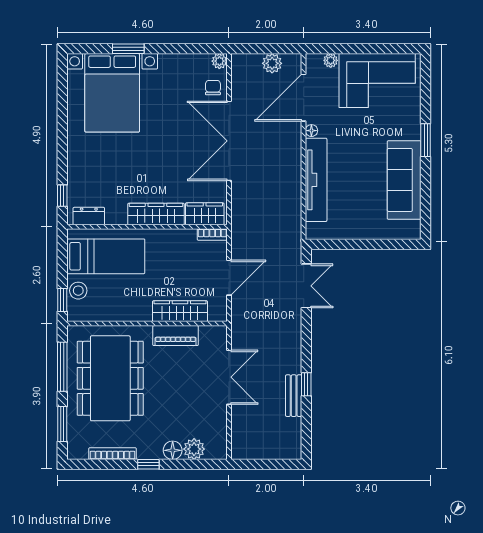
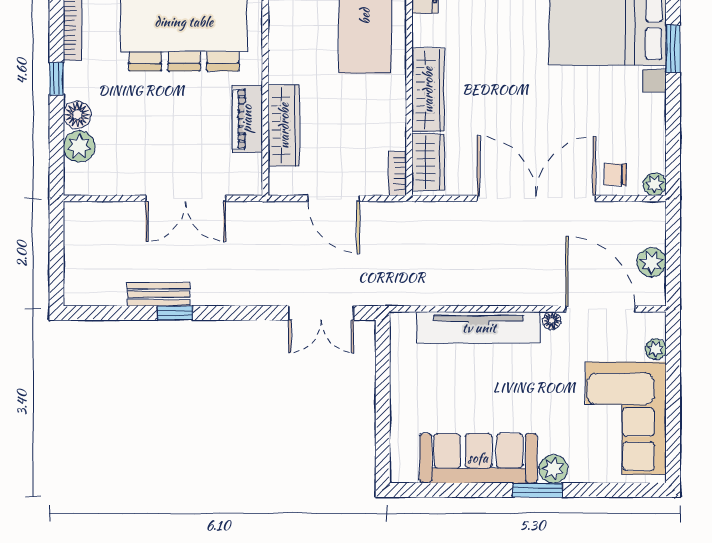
chair: (213, 88) -> (615, 175), turned 180
plant: (411, 129) -> (553, 469), added

